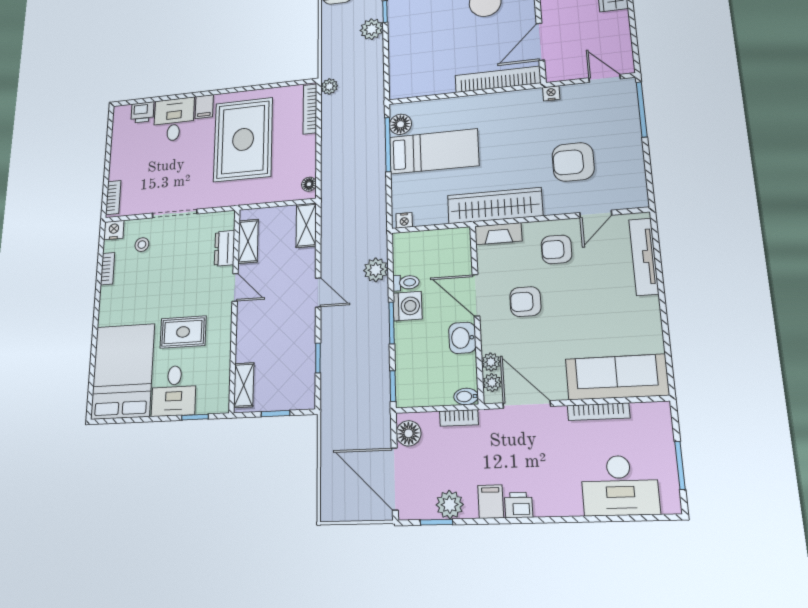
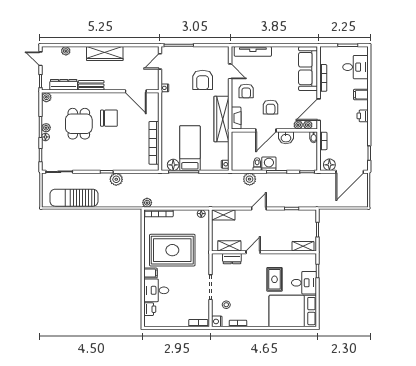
bookcase: (498, 79) -> (154, 143), moved
desk: (620, 485) -> (355, 67), width x0.73
filing cabinet: (491, 502) -> (361, 95), moved
plant: (450, 505) -> (362, 147), removed

